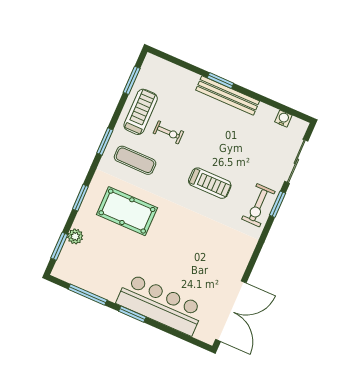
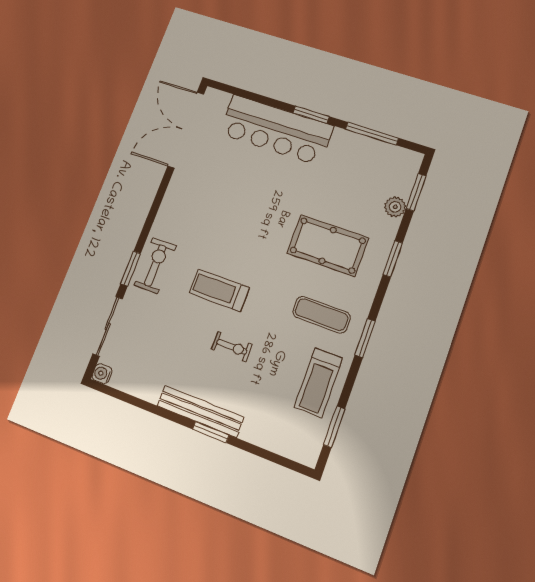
water cooler: (283, 119) -> (102, 374), moved, turned 90
exercise bike: (168, 132) -> (232, 347), moved, turned 180

